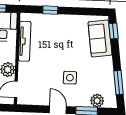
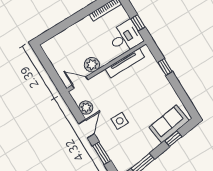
window: (113, 31) -> (173, 139), moved
plant: (97, 101) -> (86, 108), moved

